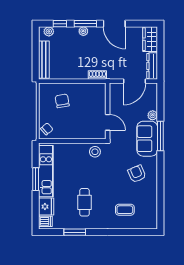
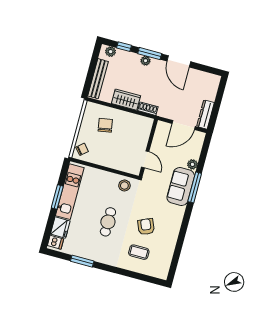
wardrobe: (150, 39) -> (126, 100), moved, turned 90
armchair: (137, 174) -> (146, 227), moved
cafe table: (84, 202) -> (108, 222), moved

